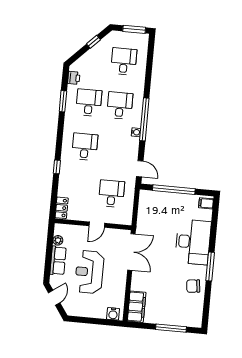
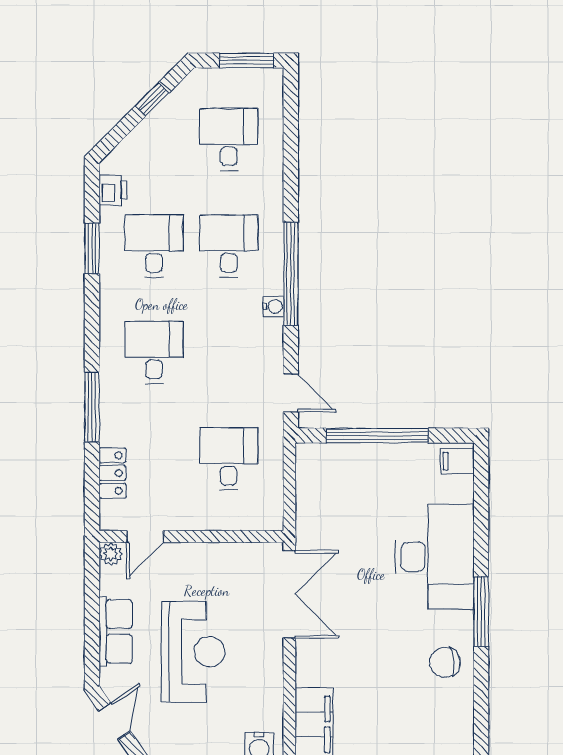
window: (57, 167) -> (92, 407), width x2.17
locker: (62, 208) -> (112, 473), moved
door: (97, 225) -> (145, 536), moved
plant: (58, 240) -> (111, 554), moved
reception desk: (89, 272) -> (193, 652), turned 180

